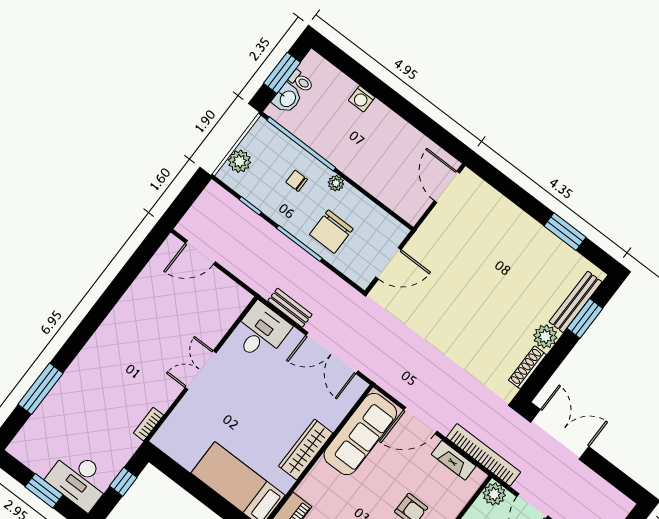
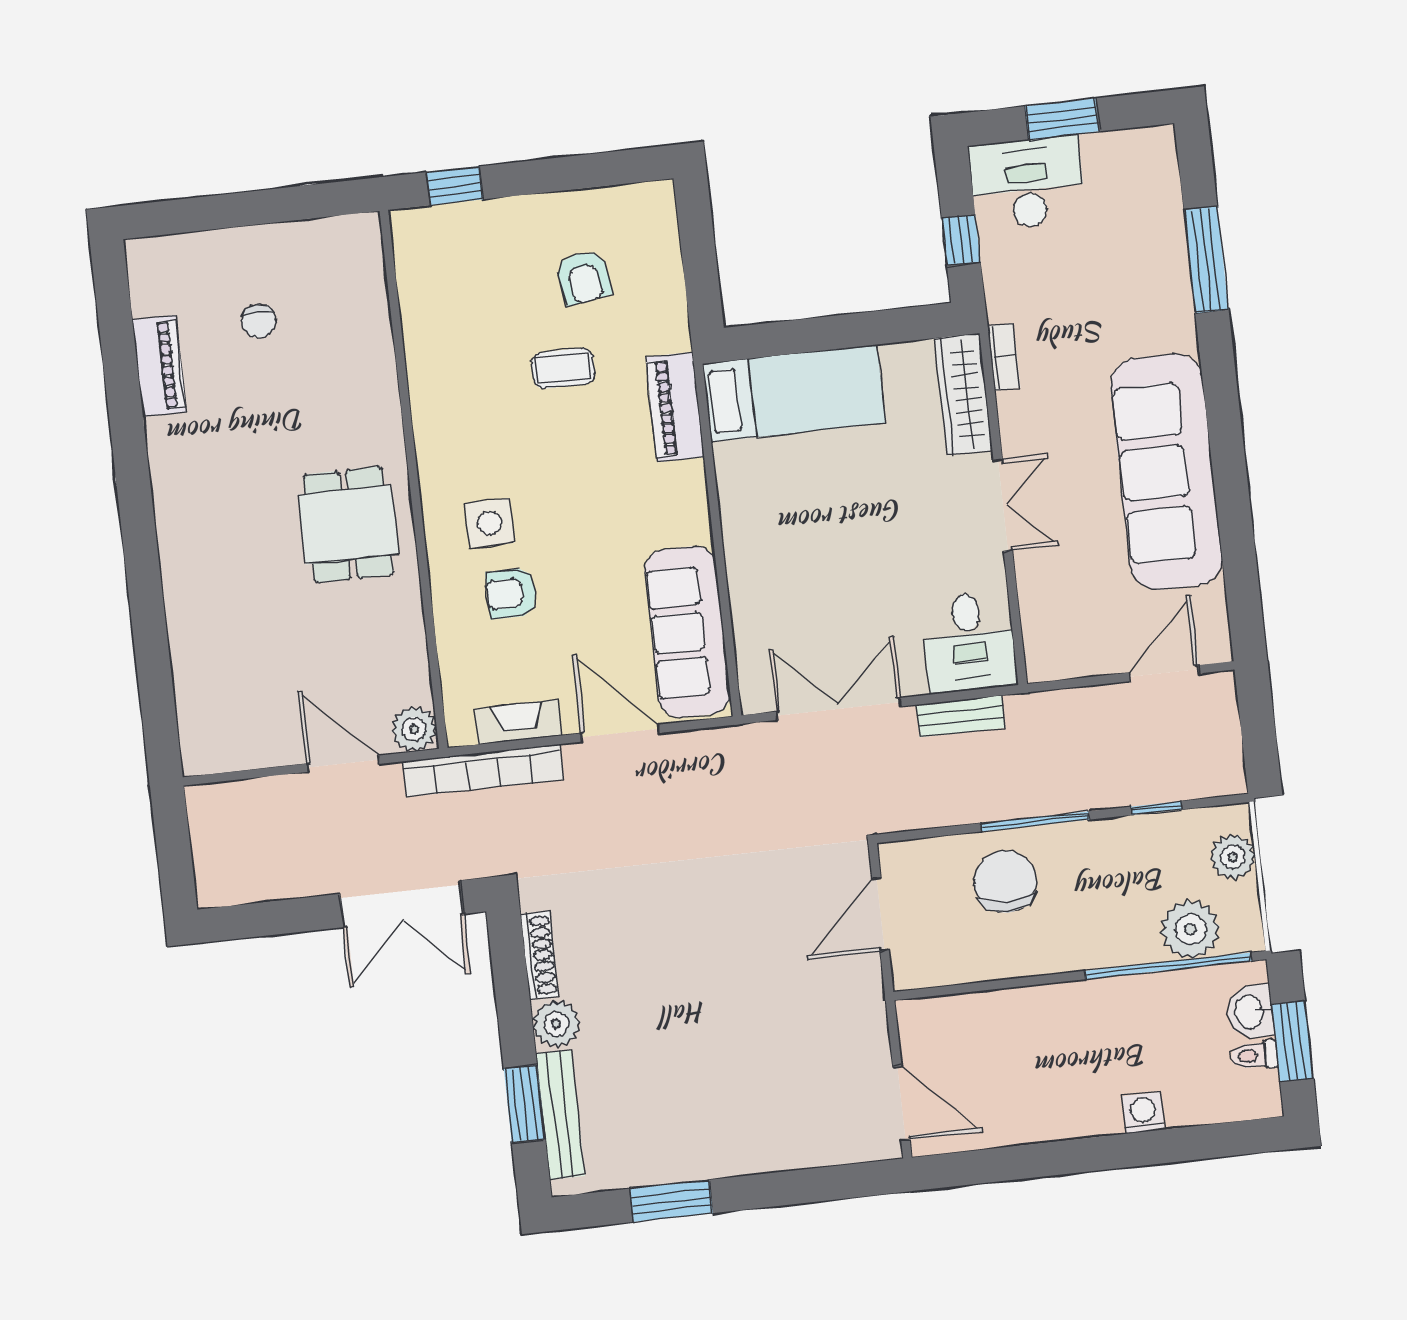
chair: (297, 181) -> (1124, 907), removed
plant: (336, 183) -> (1190, 929), moved, width x1.87, depth x1.87
sofa: (129, 325) -> (1166, 472), added
door: (420, 421) -> (620, 733), hinge flipped
wardrobe: (306, 450) -> (964, 394), moved, turned 180

